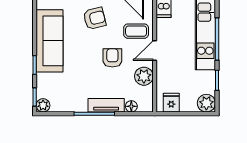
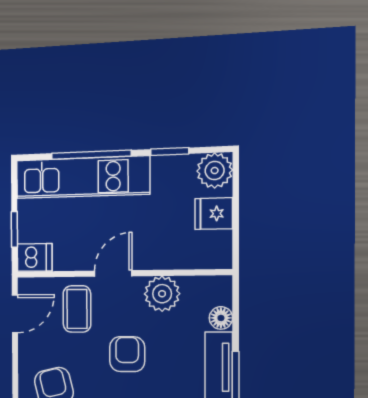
door: (155, 51) -> (113, 273), swing flipped
armchair: (112, 58) -> (127, 354), turned 90
fridge: (171, 103) -> (214, 214), moved

